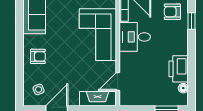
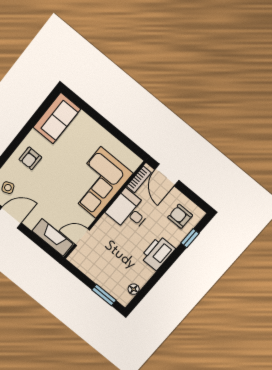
armchair: (38, 56) -> (30, 158), turned 90
printer: (179, 69) -> (158, 253), moved

